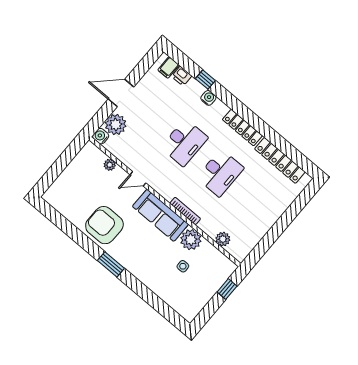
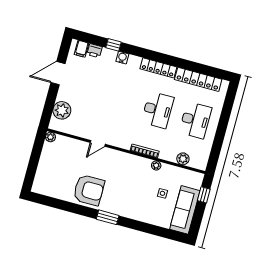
door: (121, 93) -> (58, 73), moved
water cooler: (101, 136) -> (55, 124), removed
desk: (184, 143) -> (195, 120), moved
plant: (110, 165) -> (50, 137), moved
sofa: (160, 215) -> (185, 210), moved, turned 90
armchair: (104, 225) -> (89, 190), turned 180
plant: (191, 240) -> (156, 165), width x0.53, depth x0.53

